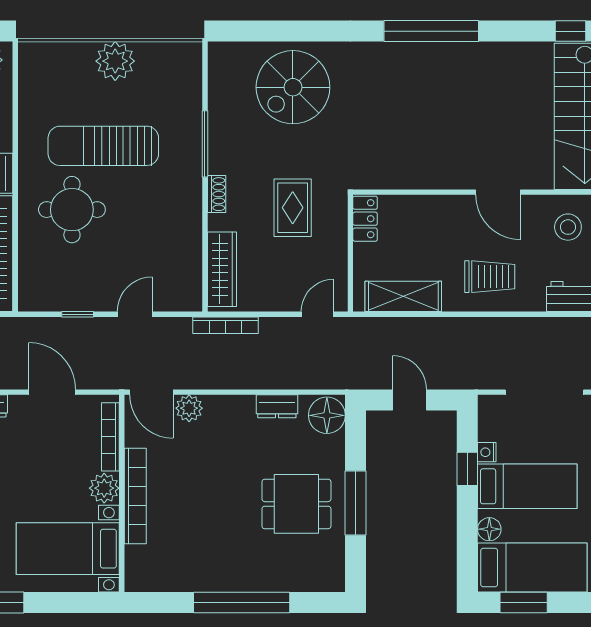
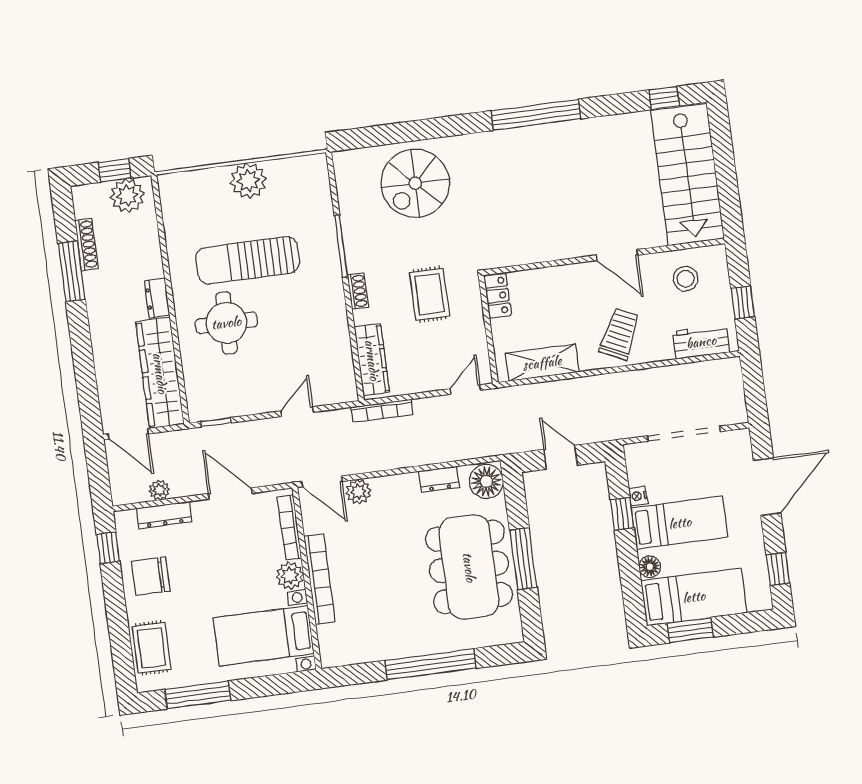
trolley: (490, 277) -> (620, 334), turned -65
window: (78, 314) -> (216, 422), moved
dining table: (296, 504) -> (469, 567), width x1.88, depth x1.24

